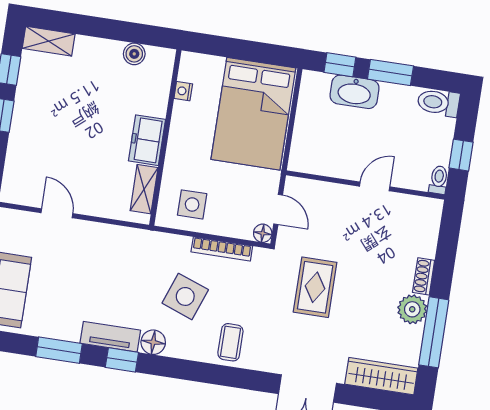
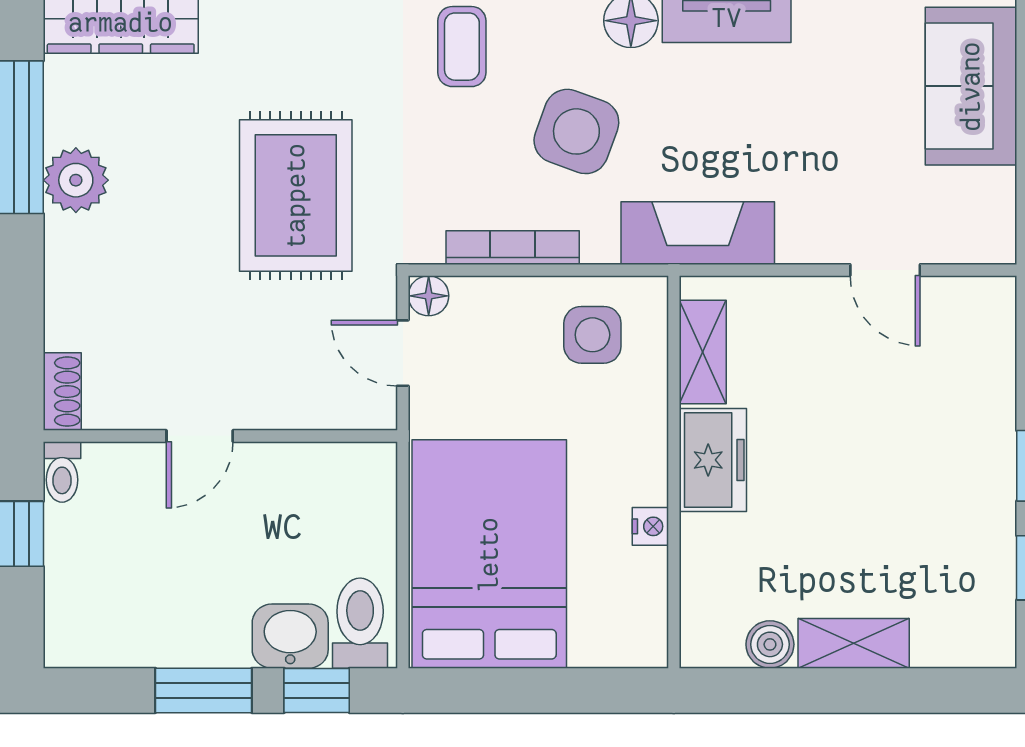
shelving: (49, 41) -> (854, 643), moved
nightstand: (183, 91) -> (650, 526), moved
washbasin: (355, 92) -> (290, 636), width x0.72
toilet: (438, 103) -> (360, 623), moved, turned -90
fireplace: (138, 243) -> (698, 233), added
shoe rack: (424, 276) -> (62, 392), moved
rug: (315, 287) -> (296, 195), width x1.36, depth x1.43

